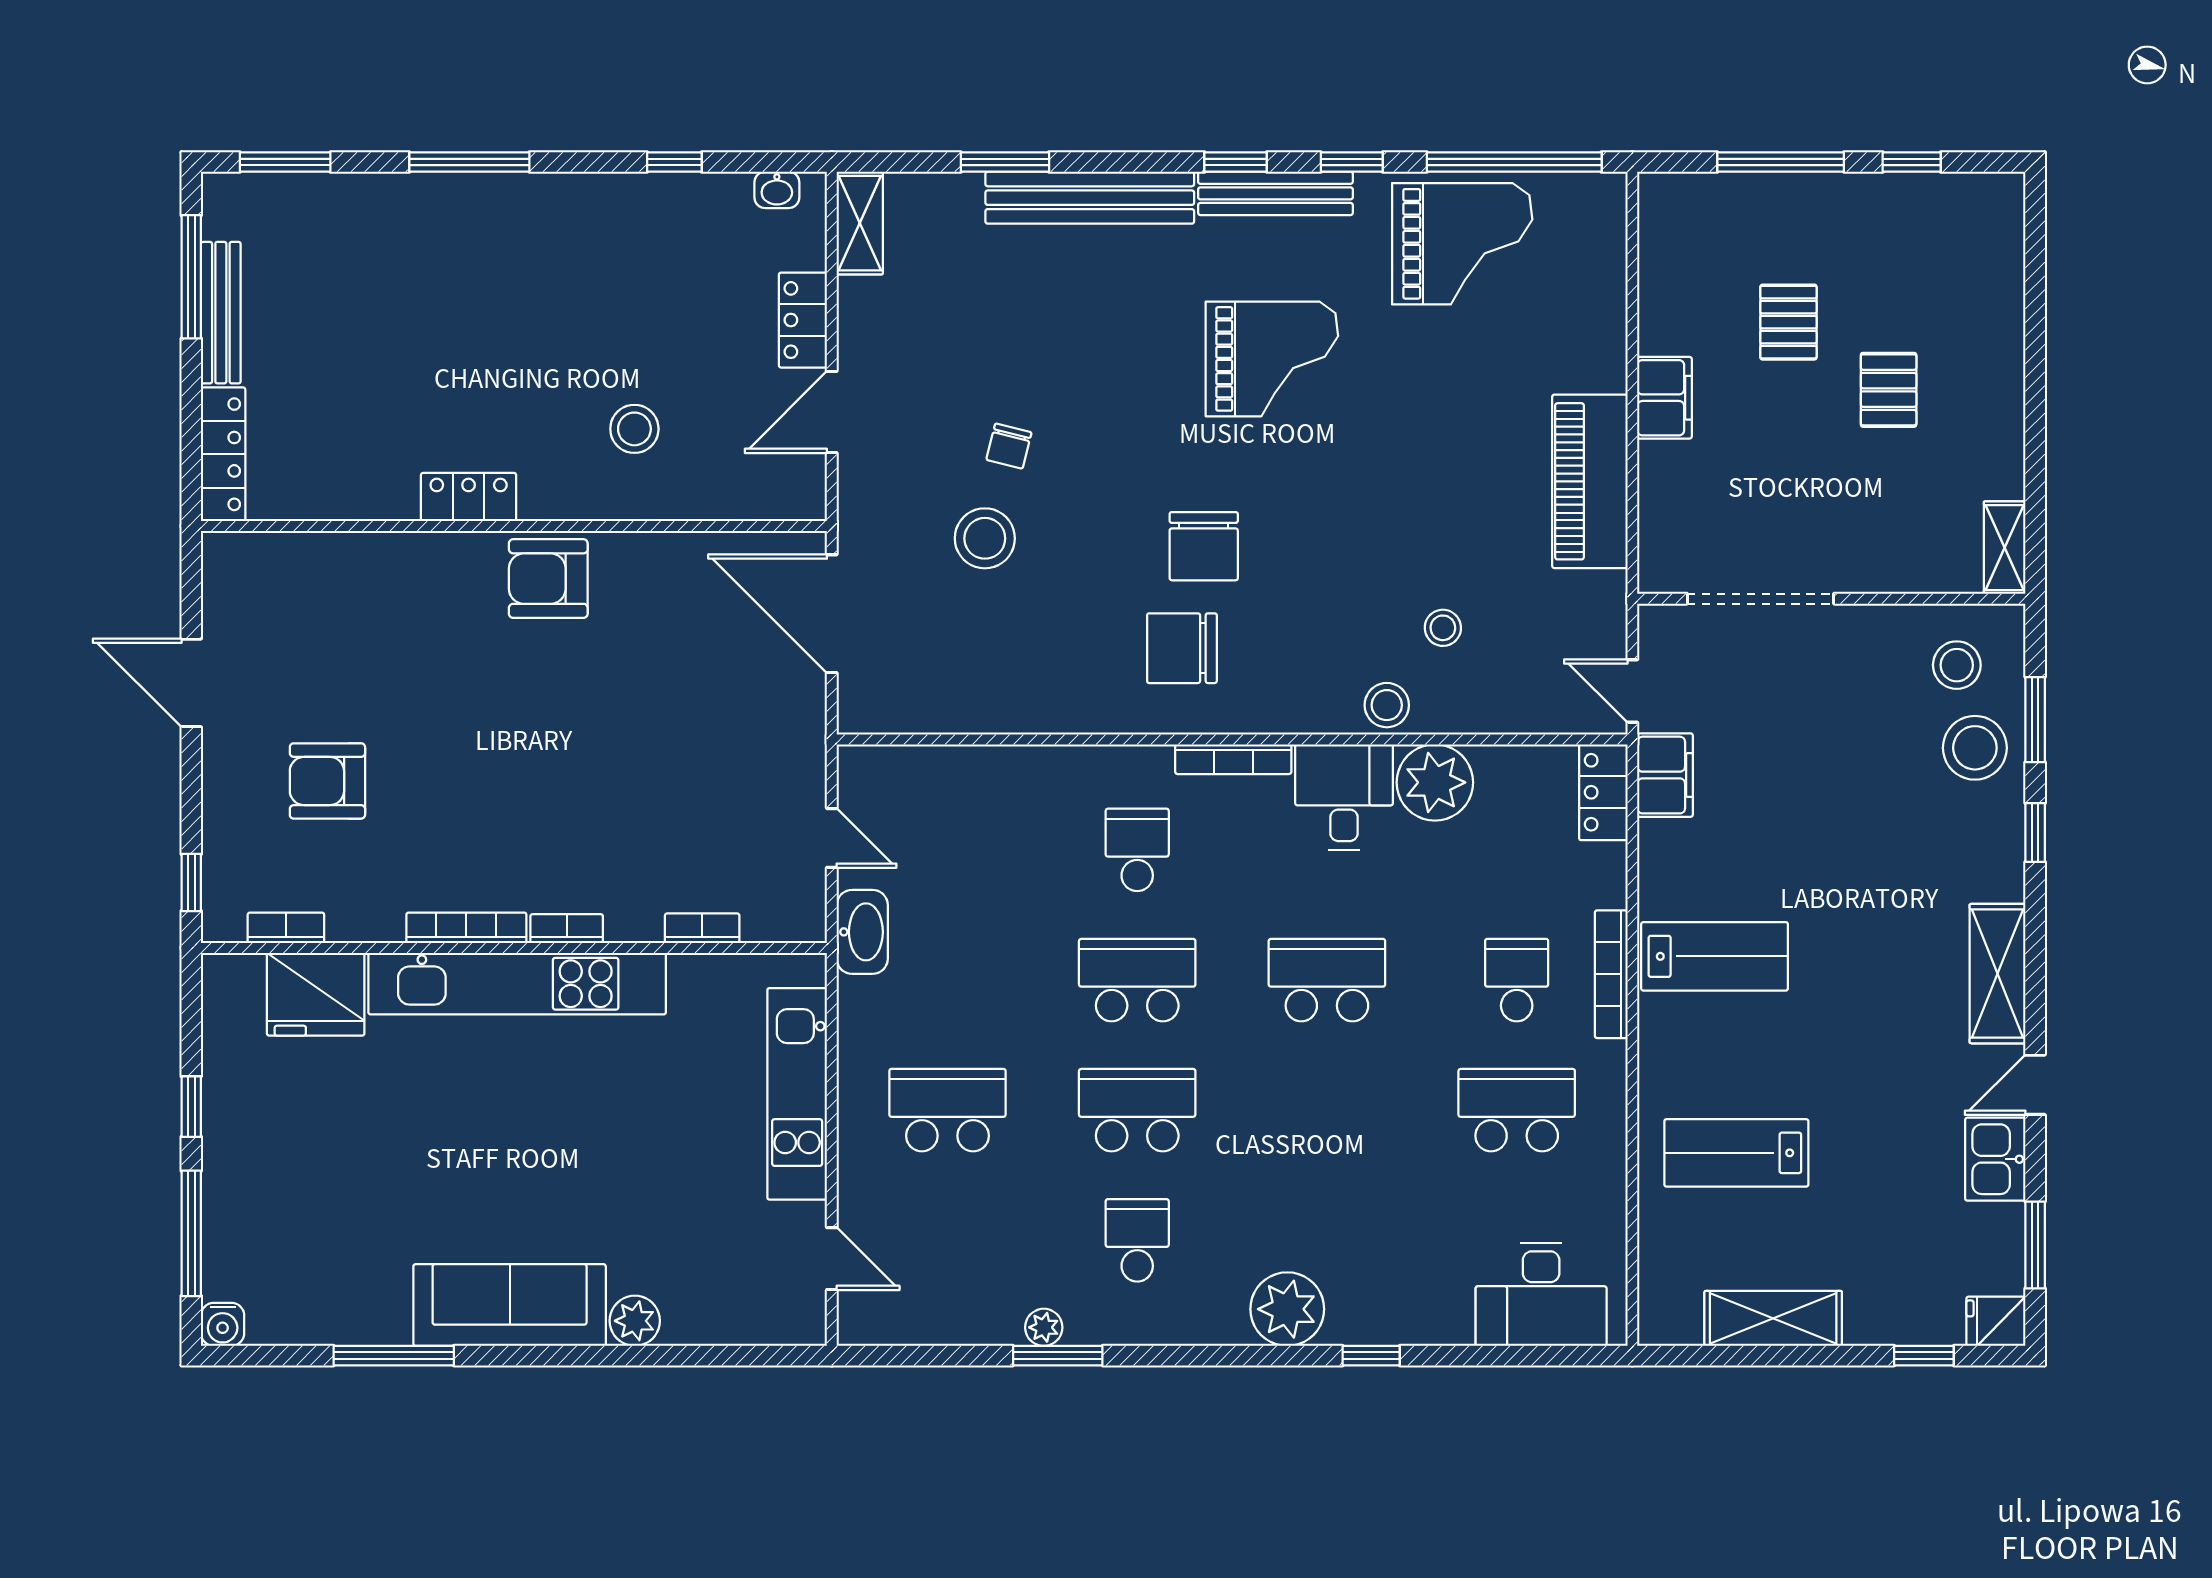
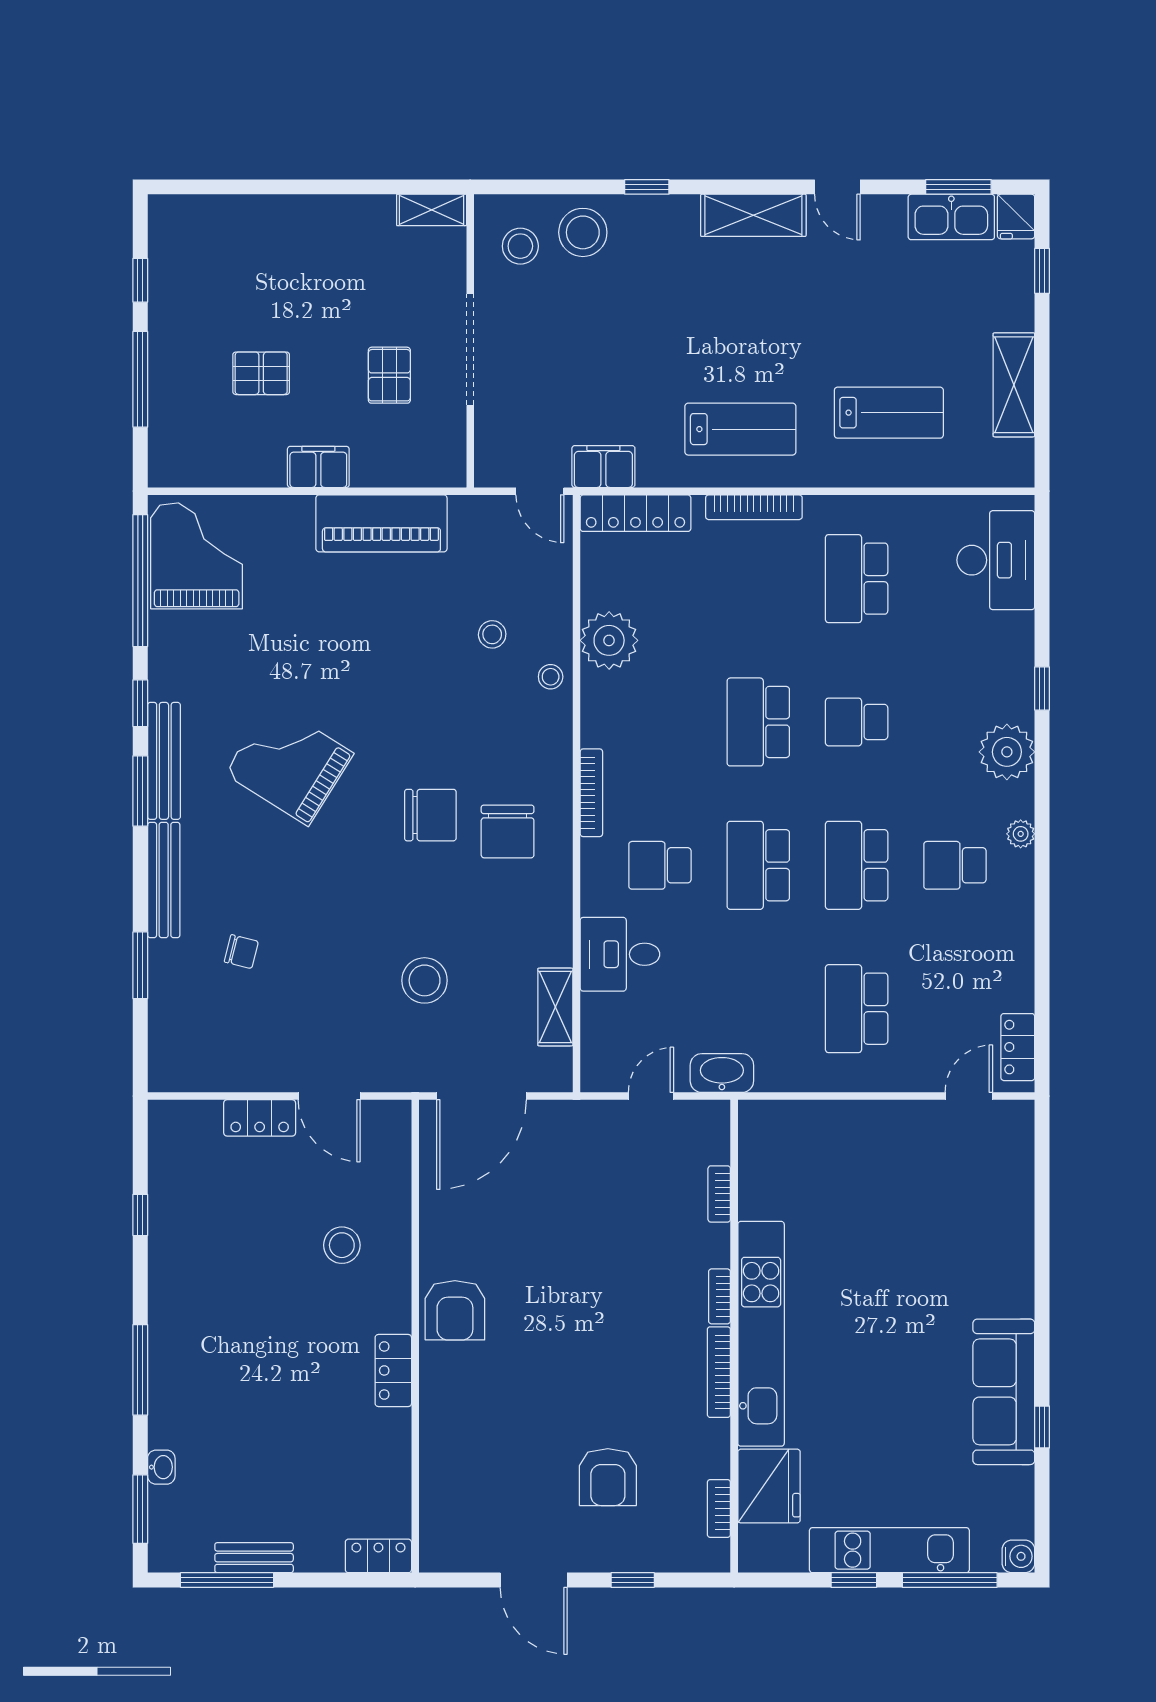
window: (1236, 162) -> (140, 791), width x1.50
washbasin: (777, 190) -> (161, 1467), moved
bench: (1090, 198) -> (164, 880), width x0.73, depth x0.82
shelving: (860, 223) -> (555, 1007), moved, turned 90
grand piano: (1462, 244) -> (197, 556), moved
bench: (221, 313) -> (254, 1558), width x0.73
grand piano: (1272, 359) -> (289, 764), turned -58
pallet: (1889, 390) -> (389, 375), moved, turned 90
chair: (1009, 446) -> (241, 952), moved
locker: (223, 454) -> (378, 1556), width x0.66
doorway: (1760, 599) -> (470, 350), moved
door: (191, 683) -> (534, 1580), hinge flipped
door: (1632, 691) -> (540, 491), hinge flipped
stool: (1387, 705) -> (551, 677), width x0.73, depth x0.73
window: (2035, 720) -> (562, 187), removed
locker: (1603, 792) -> (635, 513), width x1.53
desk: (1344, 797) -> (620, 954), moved
window: (191, 882) -> (633, 1580), moved
lab bench: (1715, 956) -> (740, 429), turned 90
school desk: (1517, 980) -> (857, 722), moved
kitchen unit: (797, 1094) -> (889, 1550), moved, turned 180
lab bench: (1736, 1153) -> (889, 413), turned -90
kitchen sink: (1995, 1159) -> (951, 217), moved, width x1.38
sofa: (510, 1305) -> (1004, 1392), moved
plant: (635, 1321) -> (1016, 1245), removed
locker: (897, 1324) -> (1018, 1047), added
plant: (1044, 1327) -> (1021, 834), moved
window: (394, 1356) -> (1042, 1427), width x0.46
window: (1058, 1356) -> (1042, 925), removed

